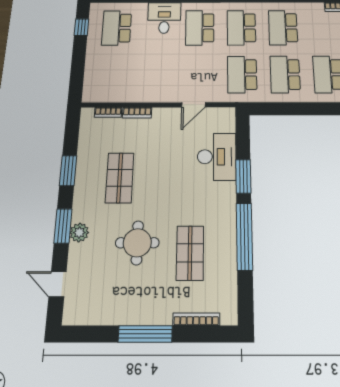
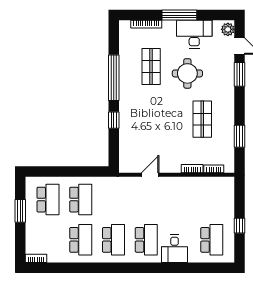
window: (81, 27) -> (240, 226), moved
school desk: (242, 75) -> (113, 200), removed
desk: (217, 157) -> (194, 34), moved, turned 90
window: (68, 171) -> (240, 136), moved
window: (243, 176) -> (114, 120), width x0.67
window: (63, 226) -> (240, 74), moved
plant: (79, 233) -> (228, 29), moved

